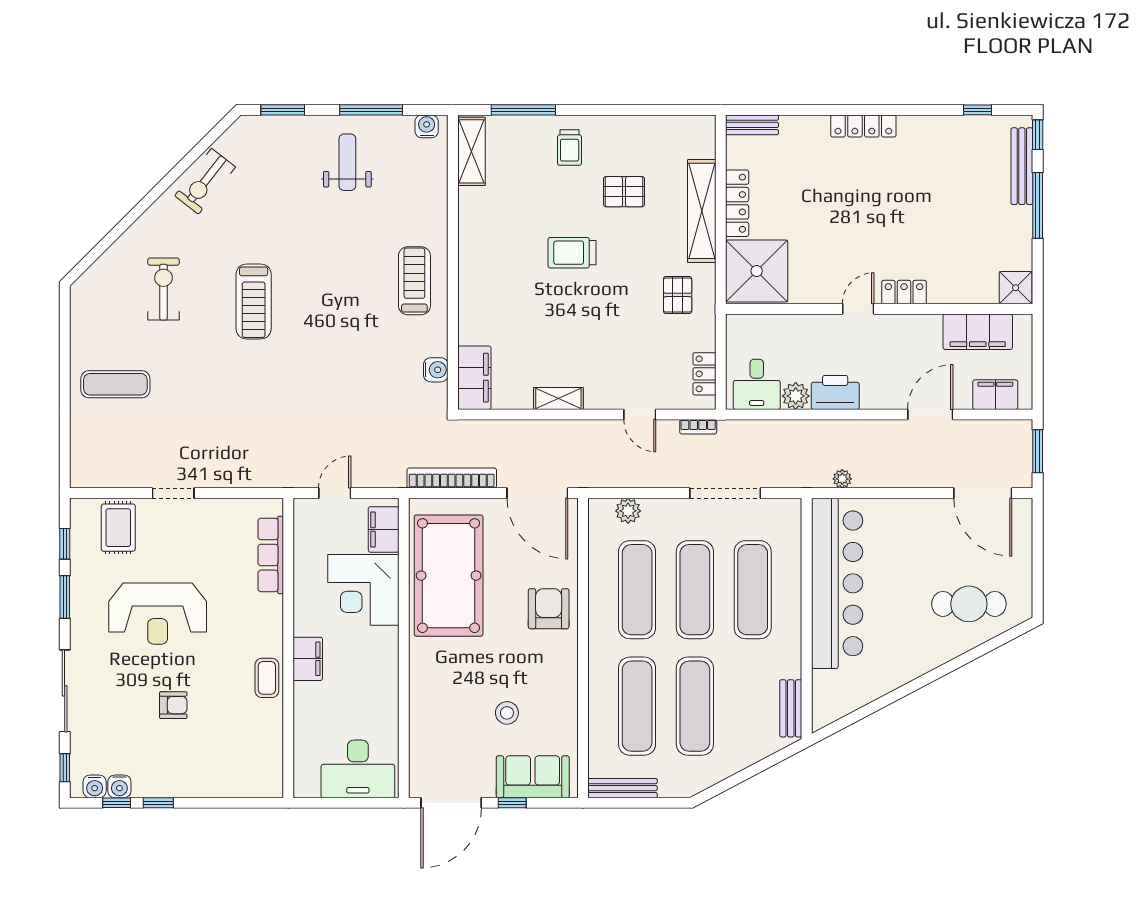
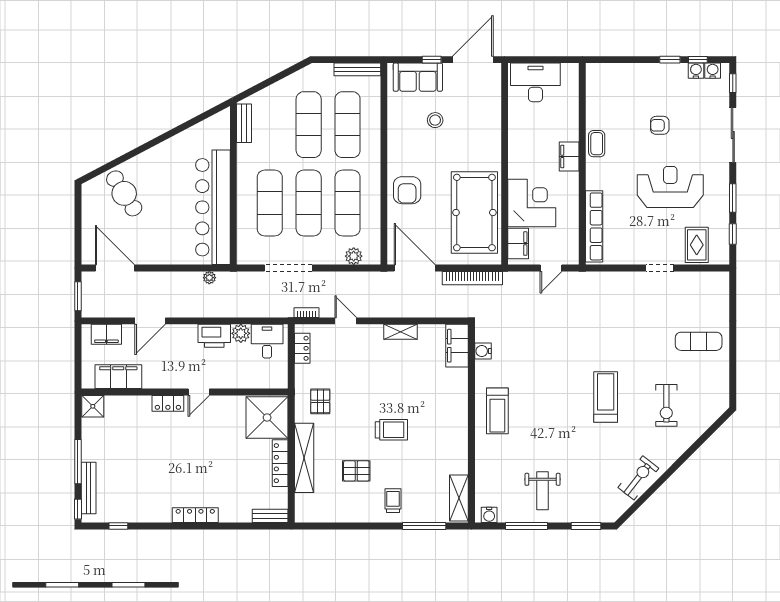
row of seats: (271, 555) -> (594, 226), width x1.36
cafe table: (969, 604) -> (124, 193), turned 58

